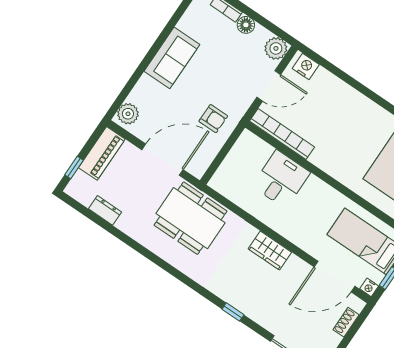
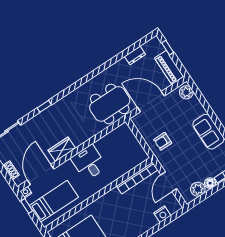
plant: (276, 48) -> (198, 189), moved
nightstand: (306, 66) -> (162, 214), moved
door: (163, 160) -> (151, 102), swing flipped
desk: (281, 179) -> (89, 163), moved, turned 180
wardrobe: (270, 250) -> (62, 149), moved

